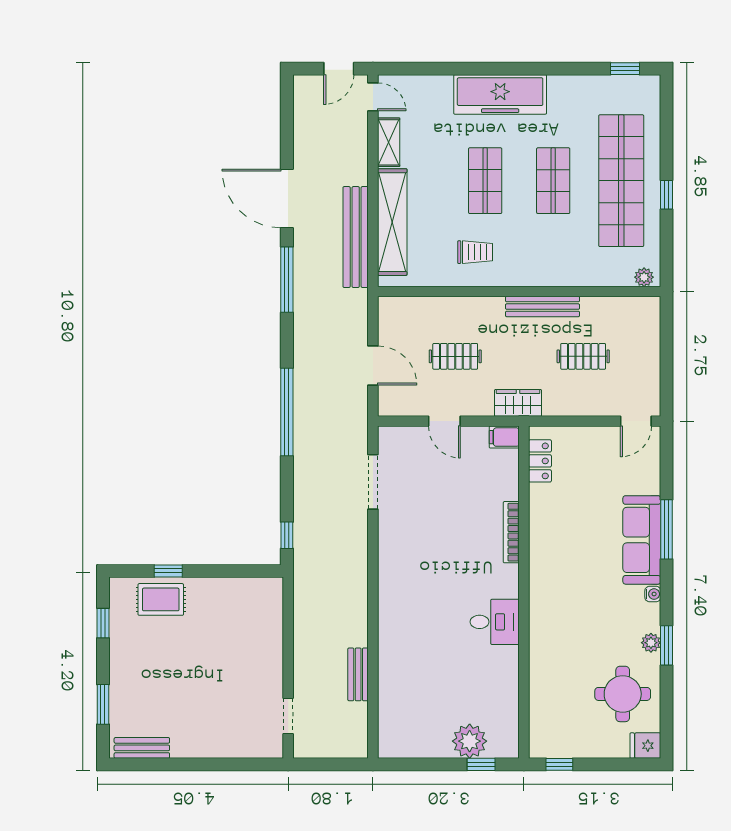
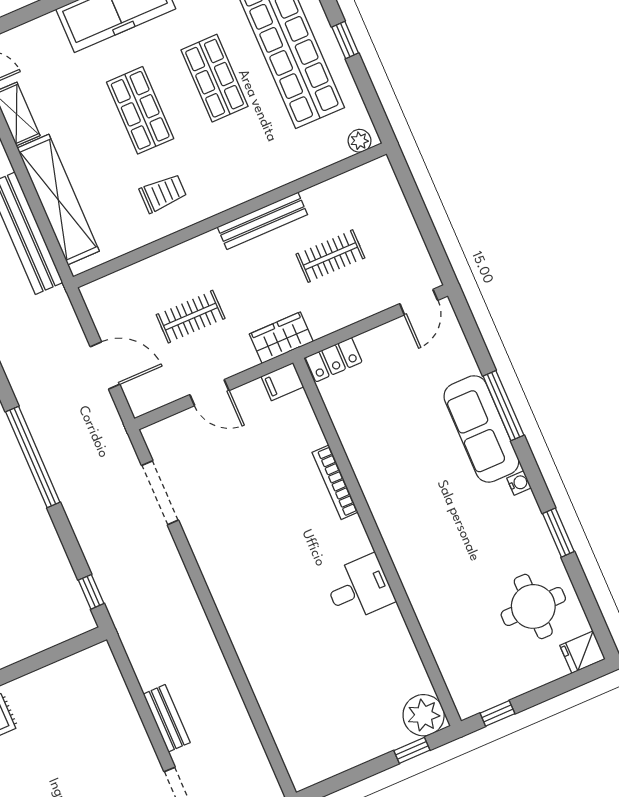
locker: (540, 461) -> (334, 360), moved, turned 90
plant: (651, 643) -> (540, 537), removed
bench: (358, 674) -> (167, 718), moved
plant: (470, 741) -> (424, 715), moved

